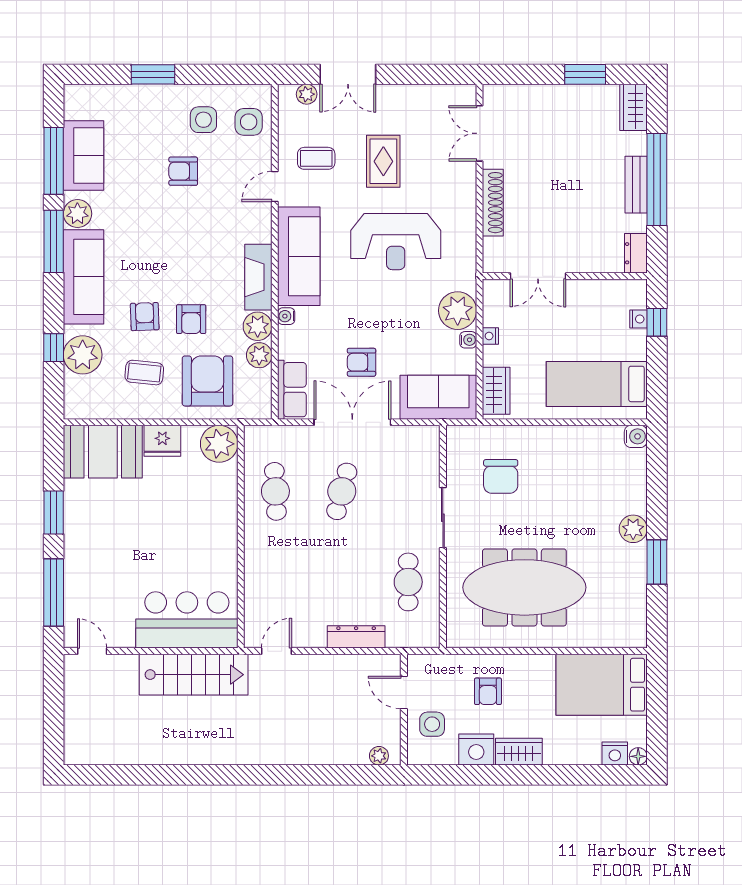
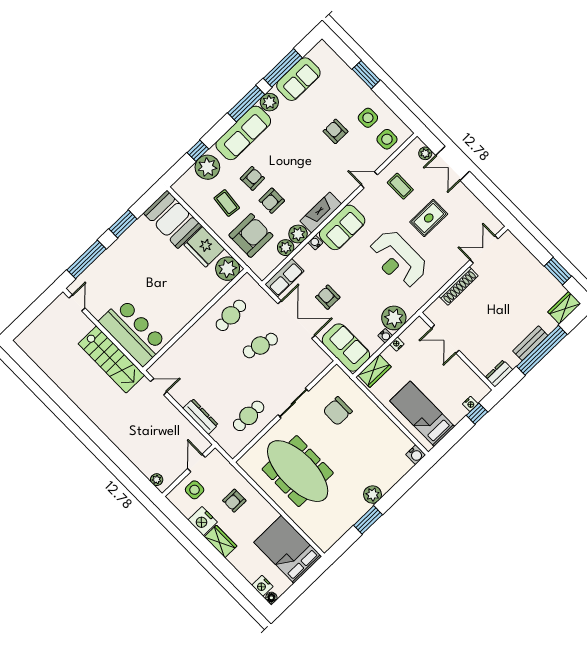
sofa: (299, 256) -> (342, 227), width x0.73
fridge: (162, 441) -> (204, 247), width x1.36, depth x1.34

